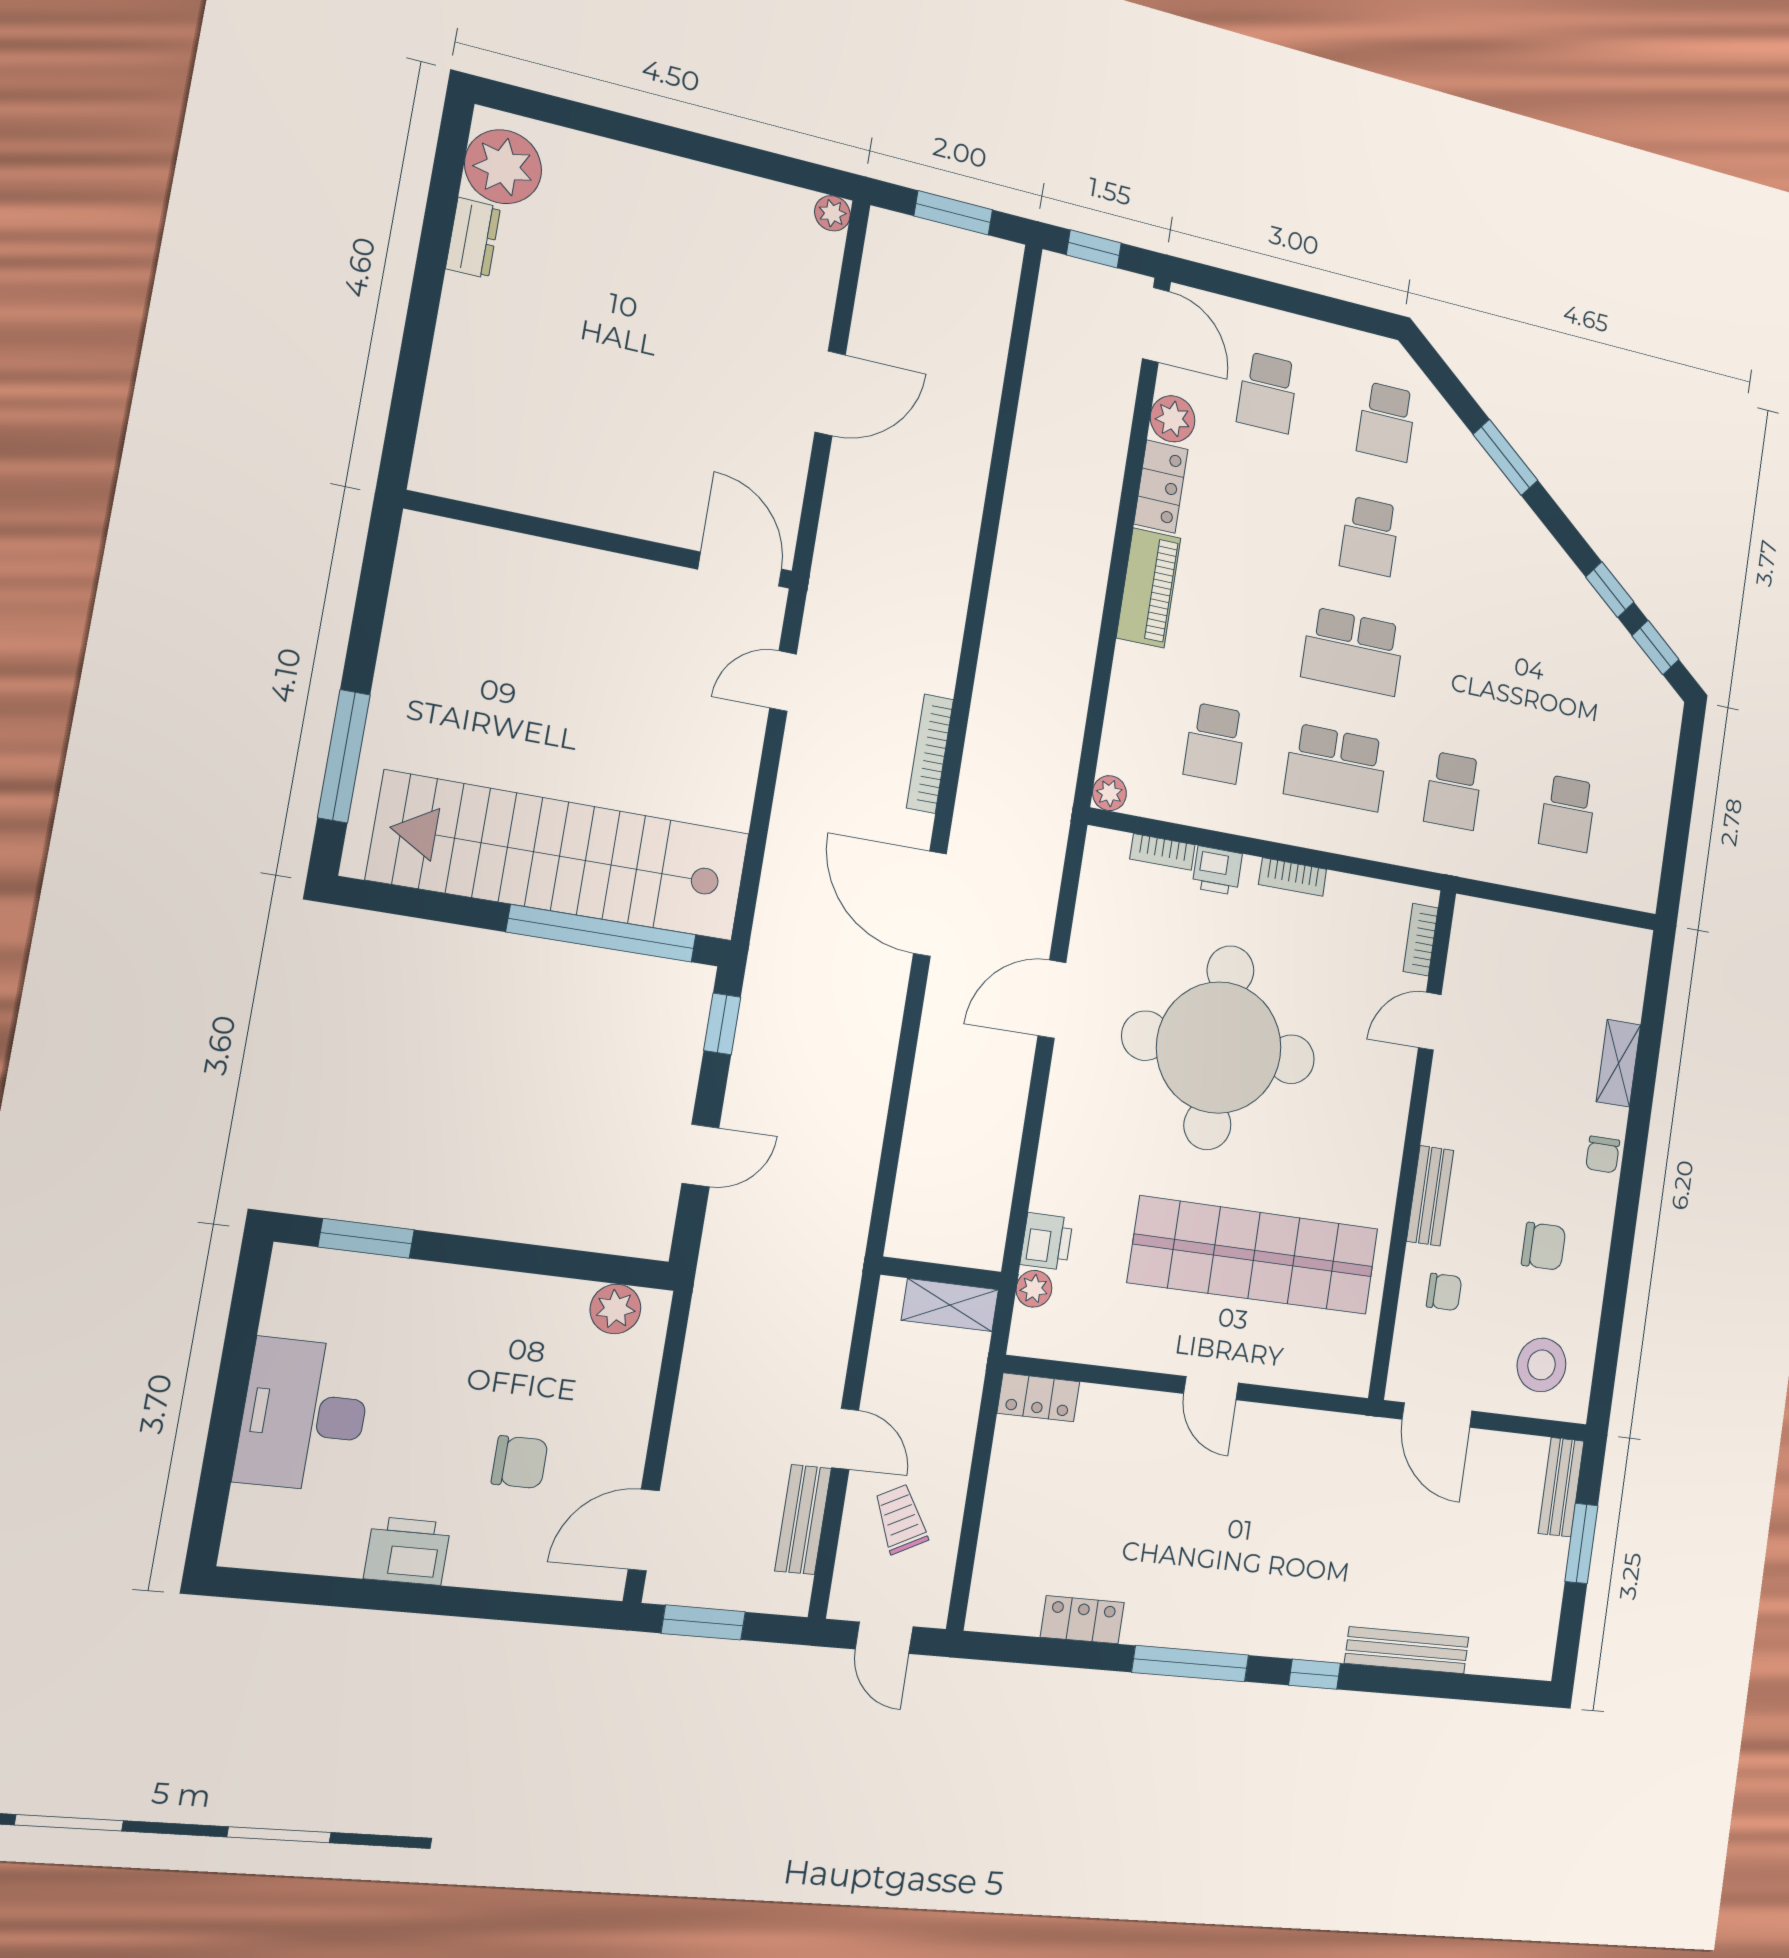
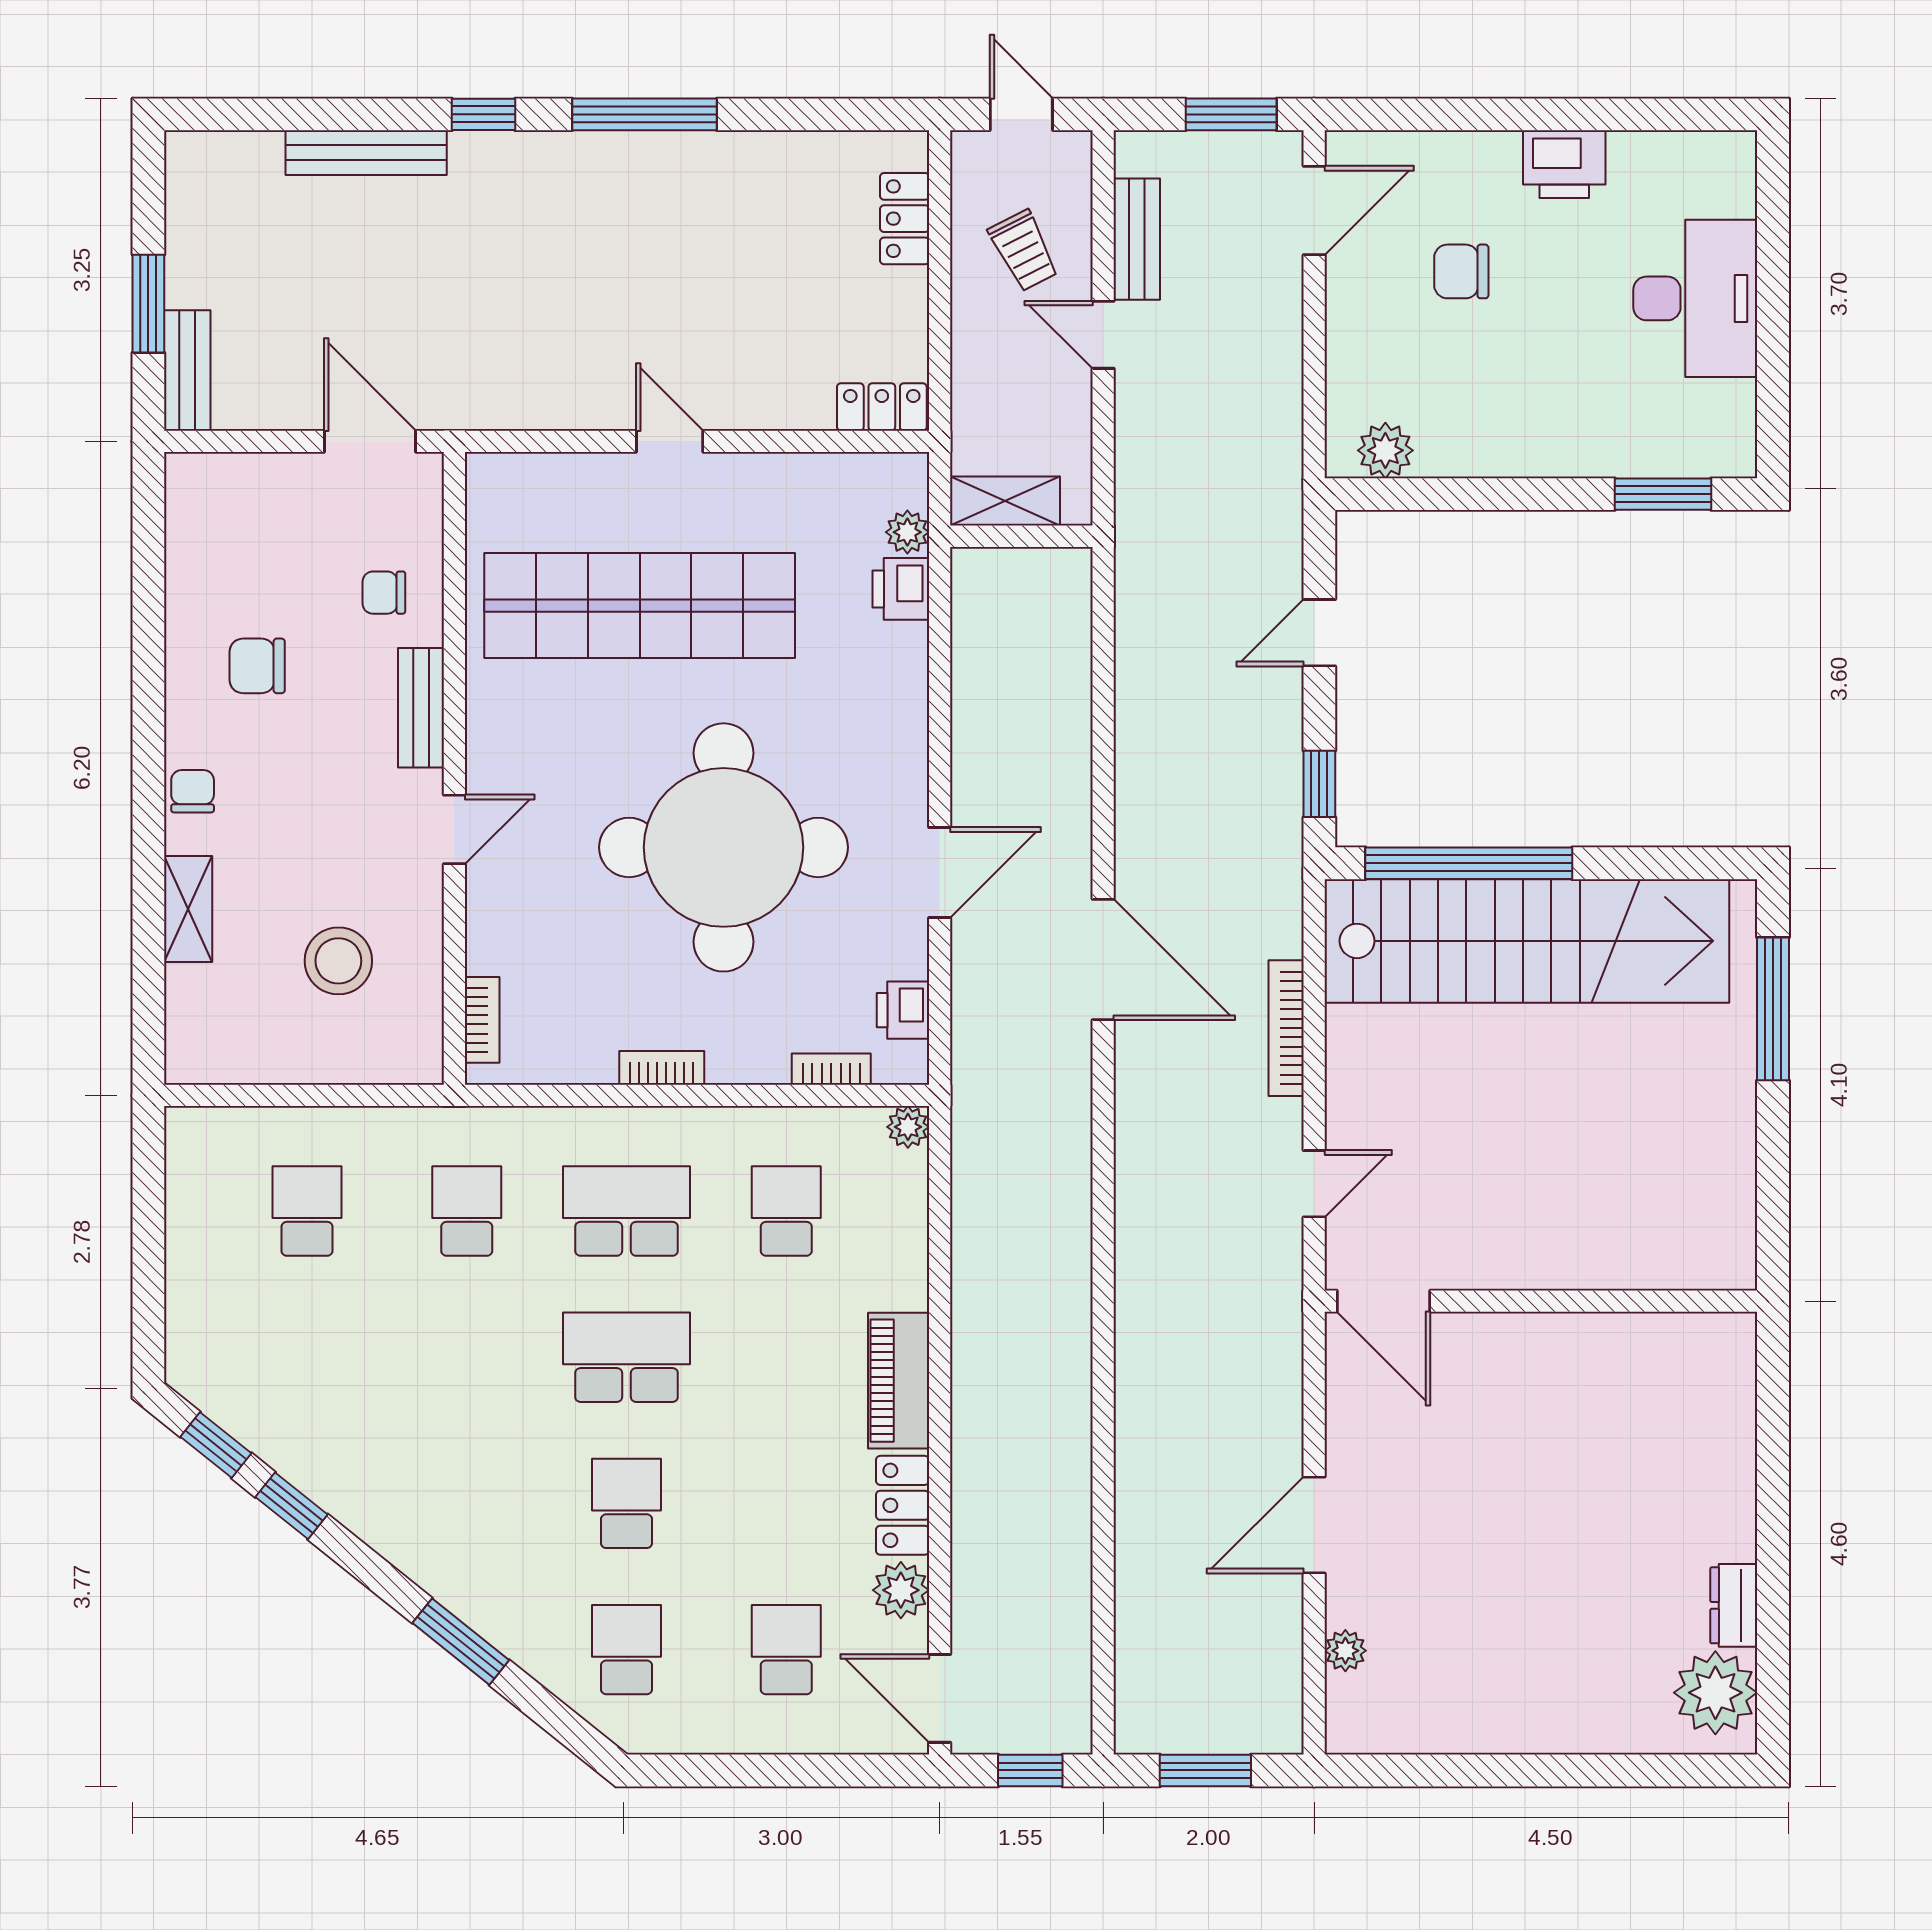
plant: (832, 213) -> (1345, 1651), moved
bookcase: (930, 754) -> (1286, 1028), moved, turned 180
printer: (1217, 871) -> (903, 1010), moved, turned -90
door: (1430, 1021) -> (454, 829), moved
stool: (1542, 1365) -> (338, 961), moved
locker: (1082, 1620) -> (905, 219), moved, turned 90

